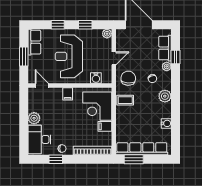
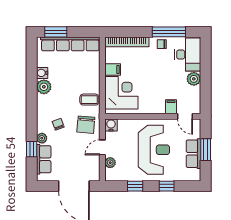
plant: (107, 34) -> (110, 163), moved
row of seats: (34, 42) -> (193, 154), moved
water cooler: (96, 78) -> (111, 125), moved
filing cabinet: (68, 94) -> (171, 107), moved
plant: (165, 96) -> (44, 87), moved
window: (56, 159) -> (169, 32), width x2.17
window: (134, 159) -> (56, 32), moved

